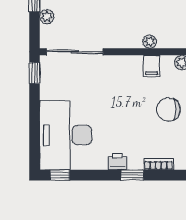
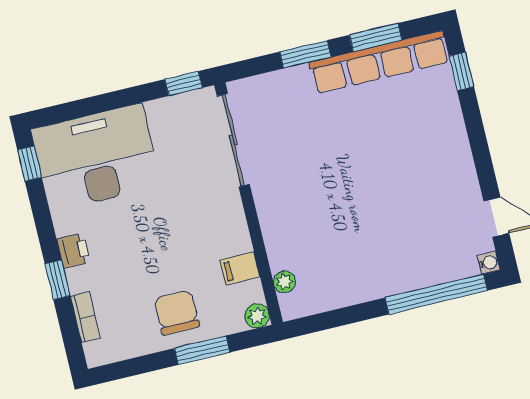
plant: (47, 17) -> (279, 81), removed
plant: (150, 42) -> (284, 282), moved

